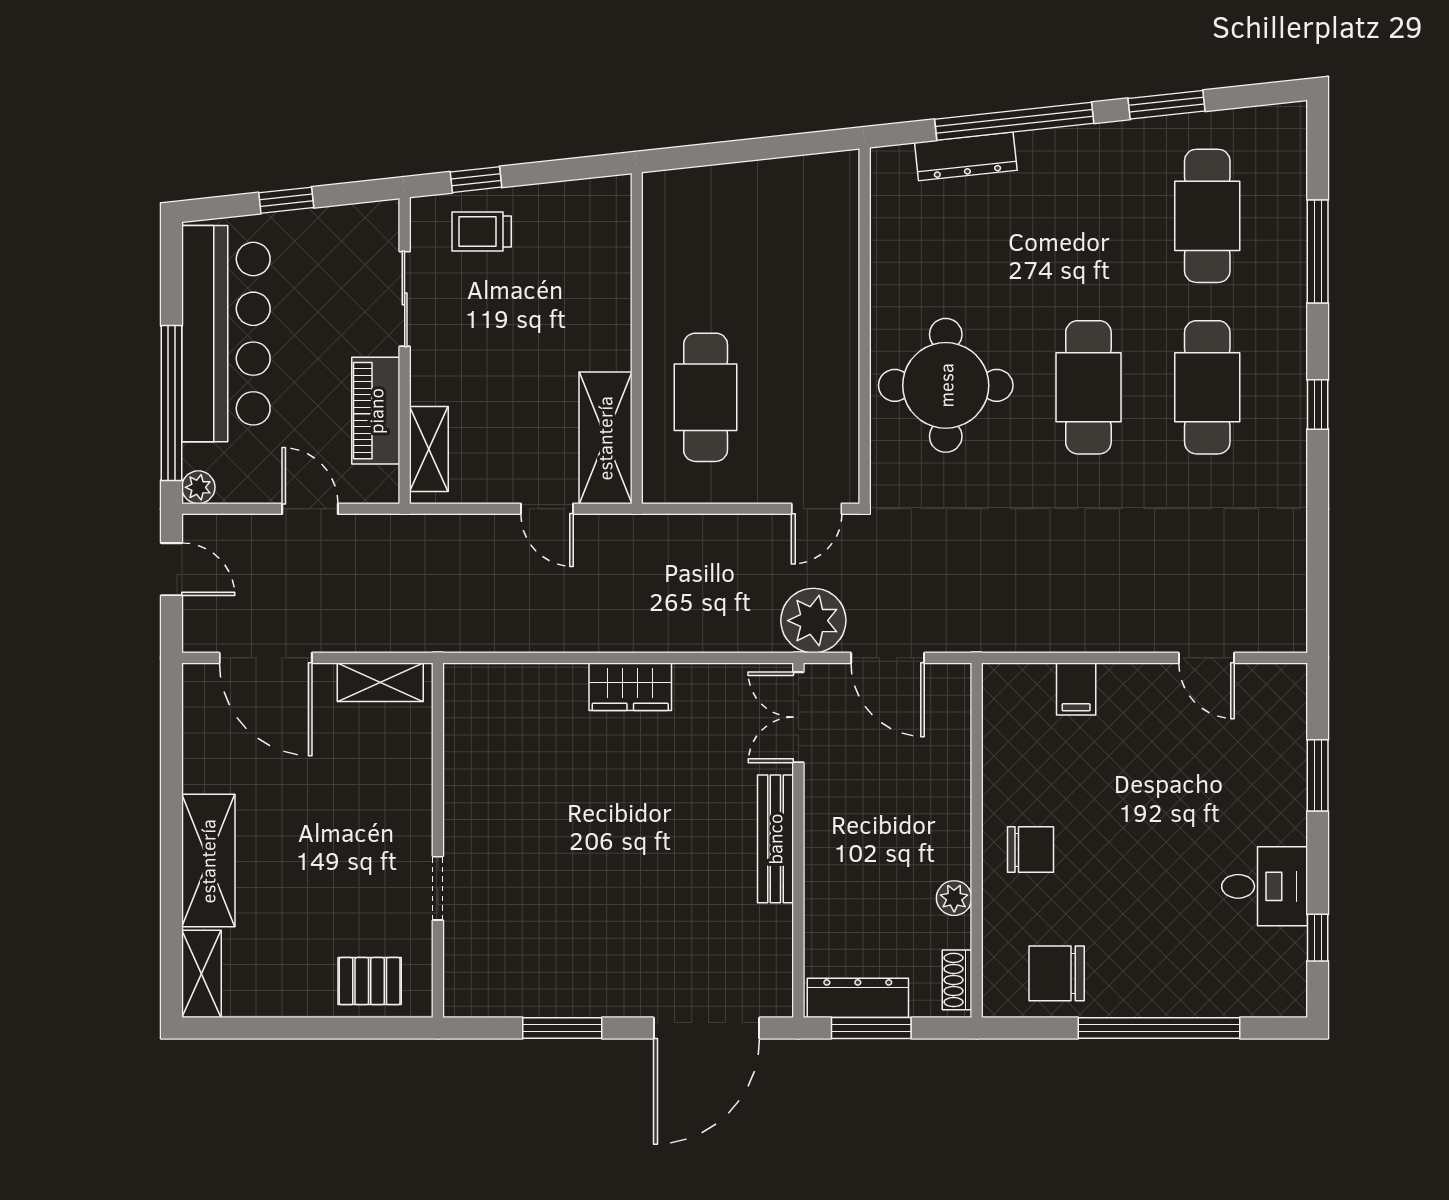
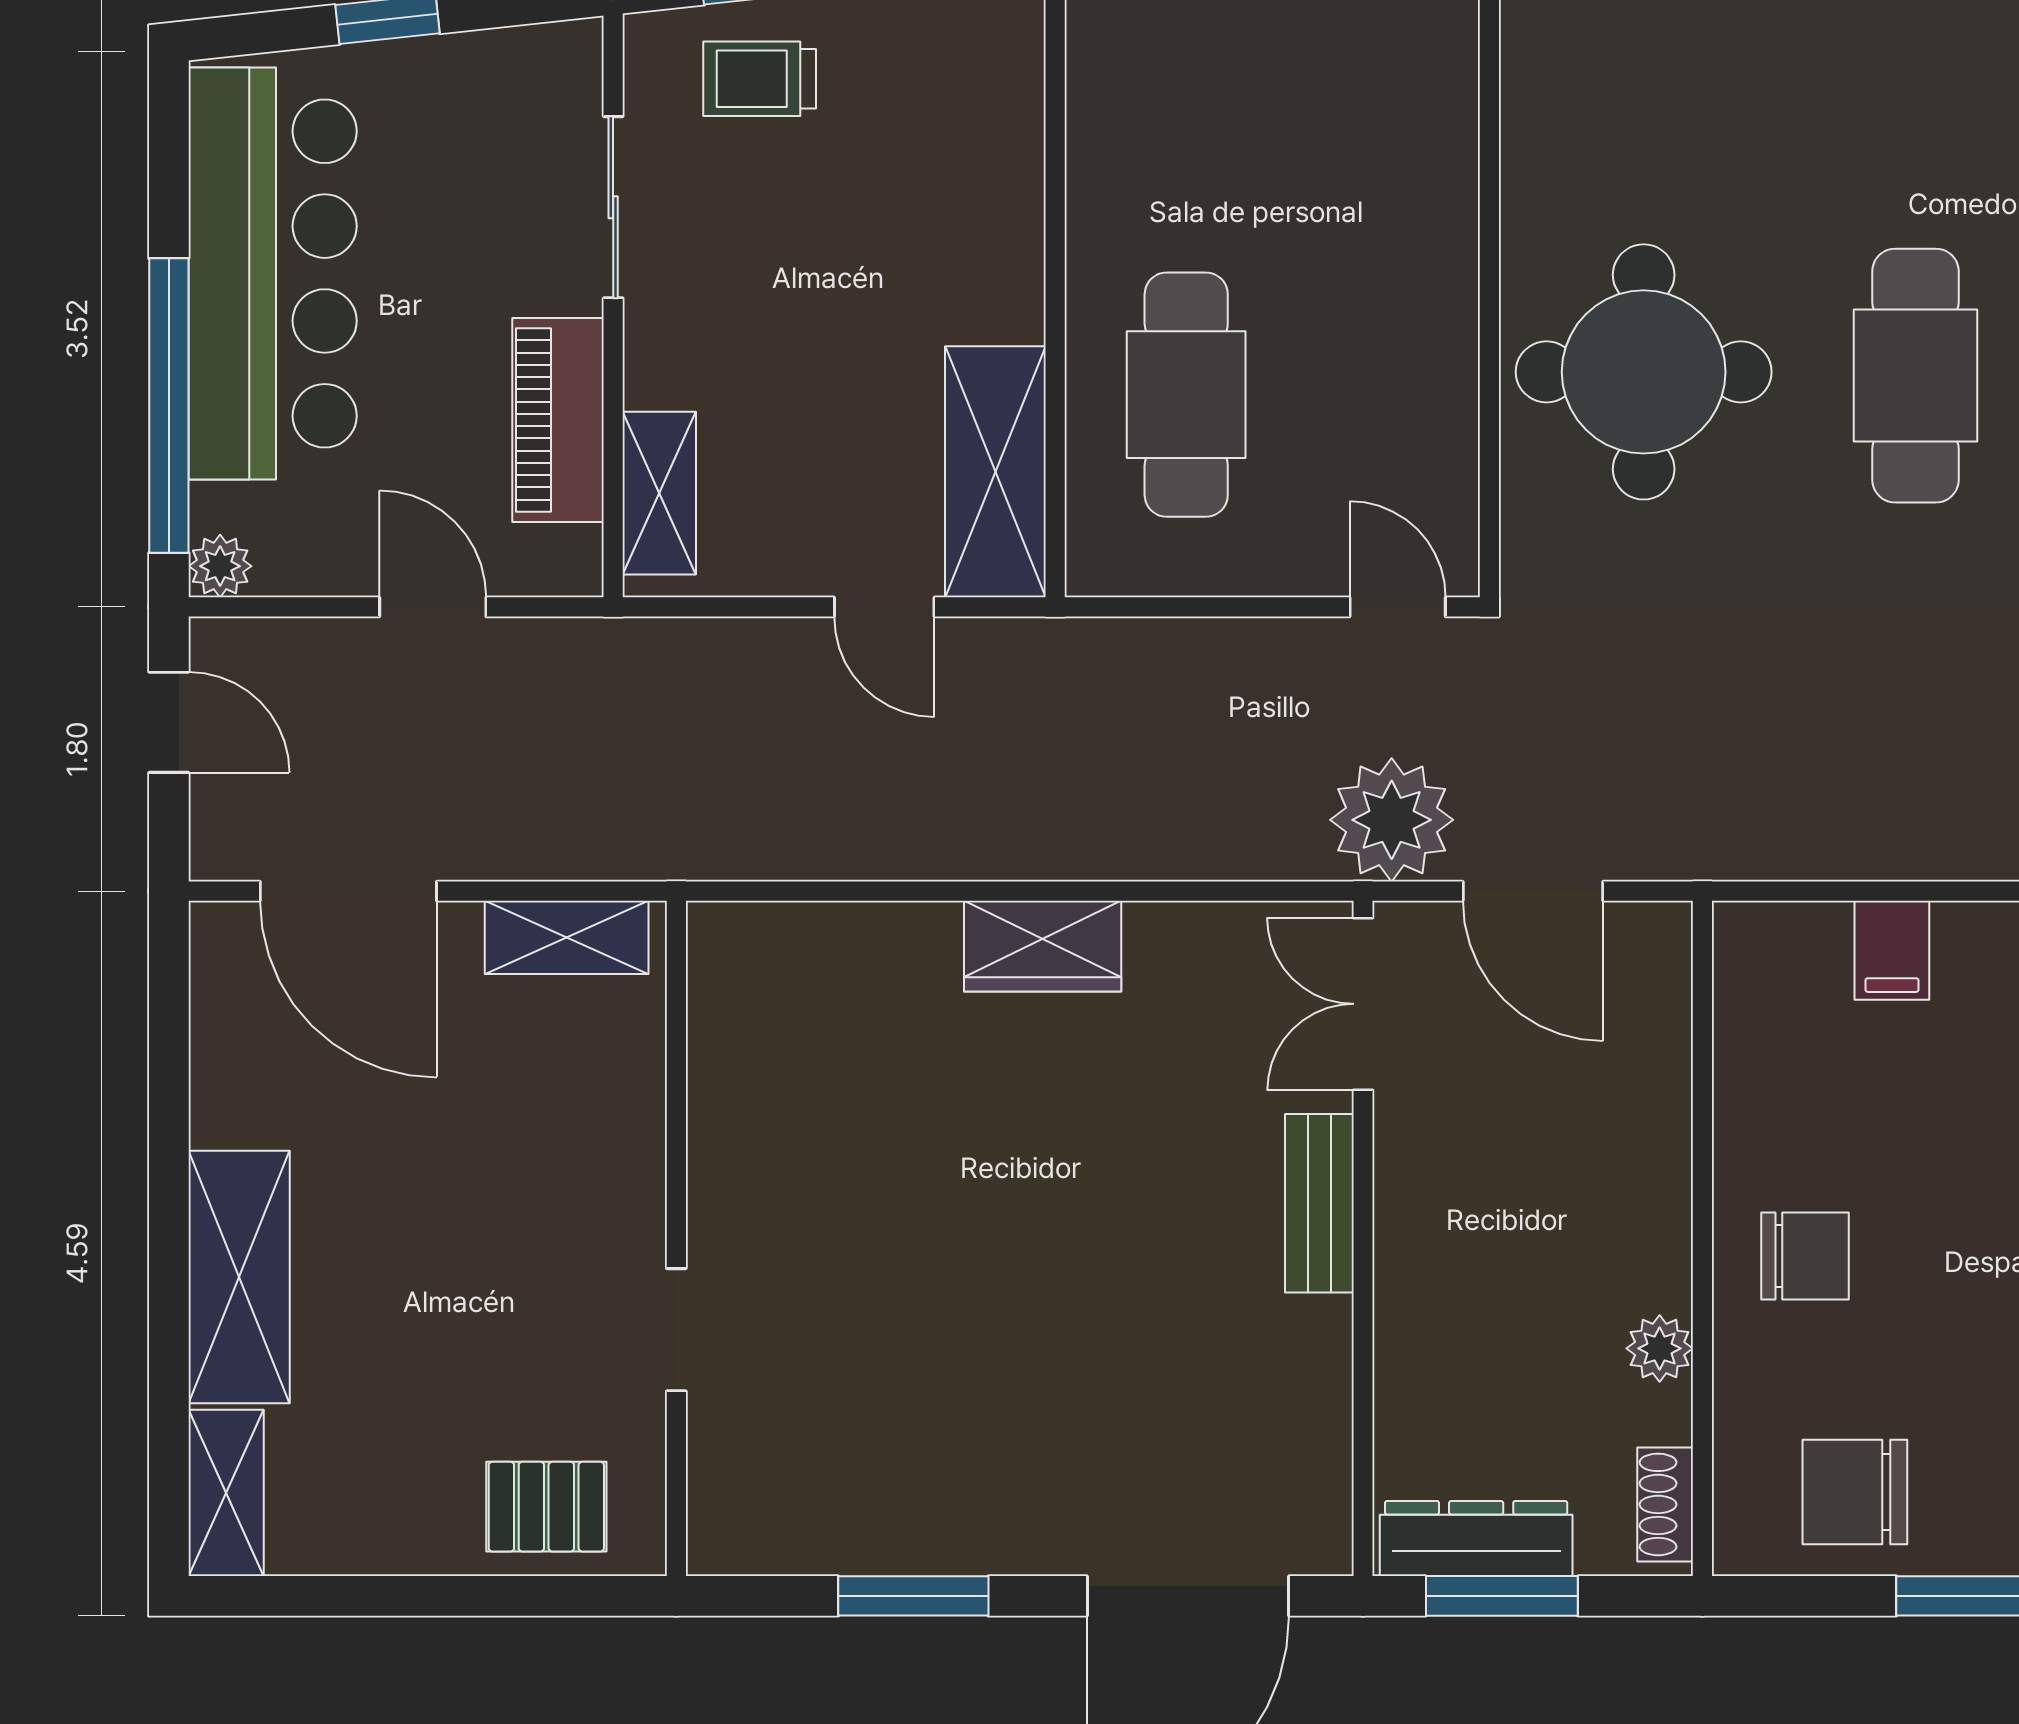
door: (817, 509) -> (1398, 607), swing flipped
bench: (775, 839) -> (1319, 1203), width x0.73

